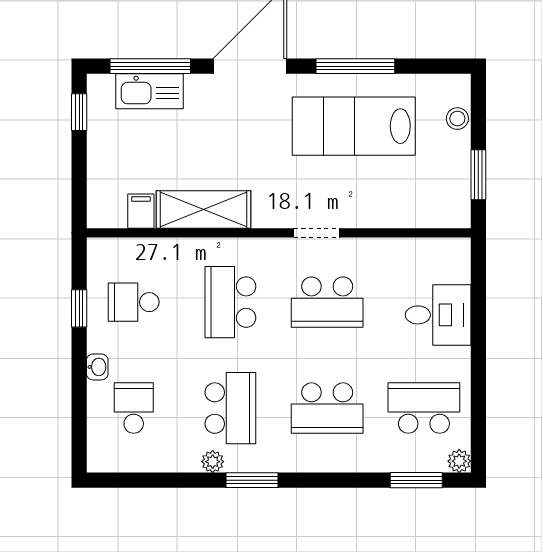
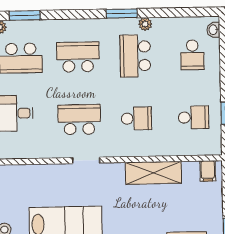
filing cabinet: (141, 211) -> (208, 171), moved
school desk: (230, 302) -> (136, 119), width x0.54
washbasin: (97, 367) -> (213, 30), moved

